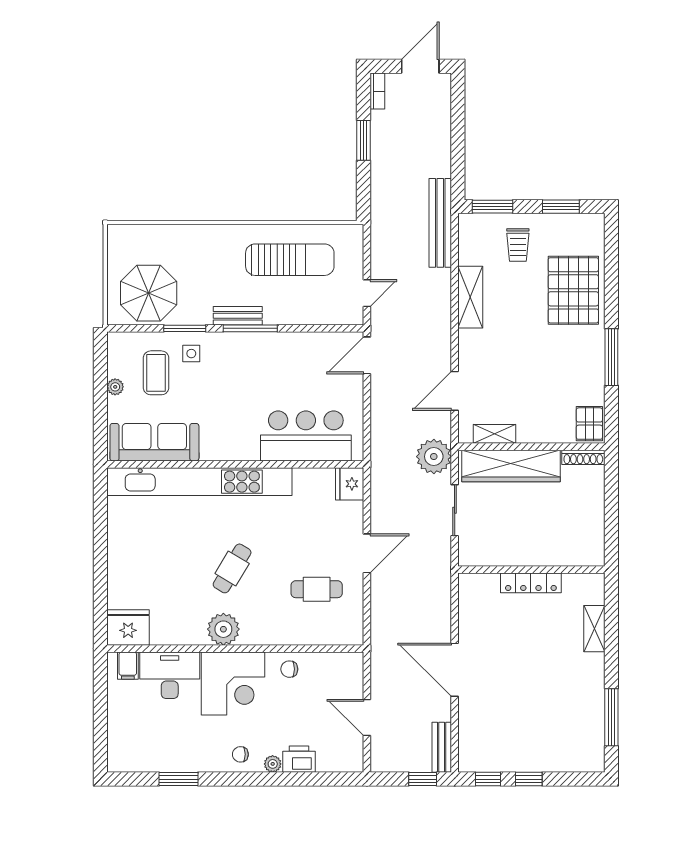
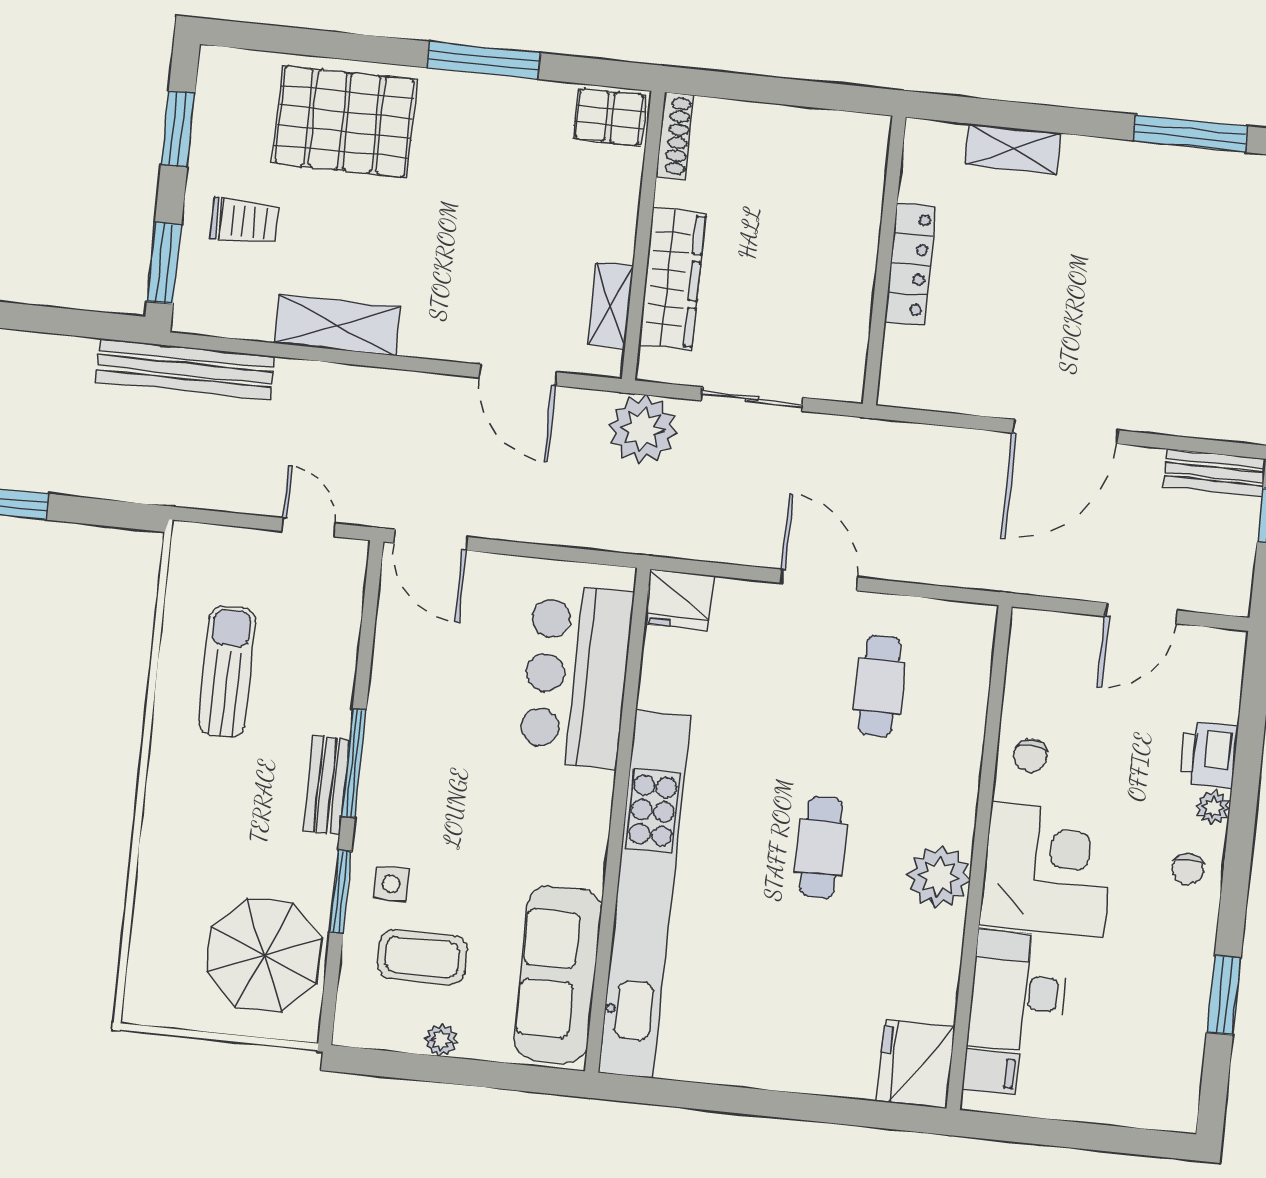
sun lounger: (290, 260) -> (227, 672), width x0.73, depth x0.75
wardrobe: (511, 466) -> (672, 279), width x0.71, depth x0.85
cafe table: (232, 568) -> (821, 848), turned 59

